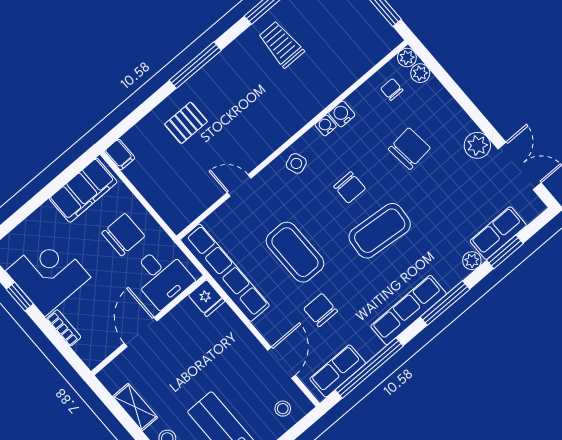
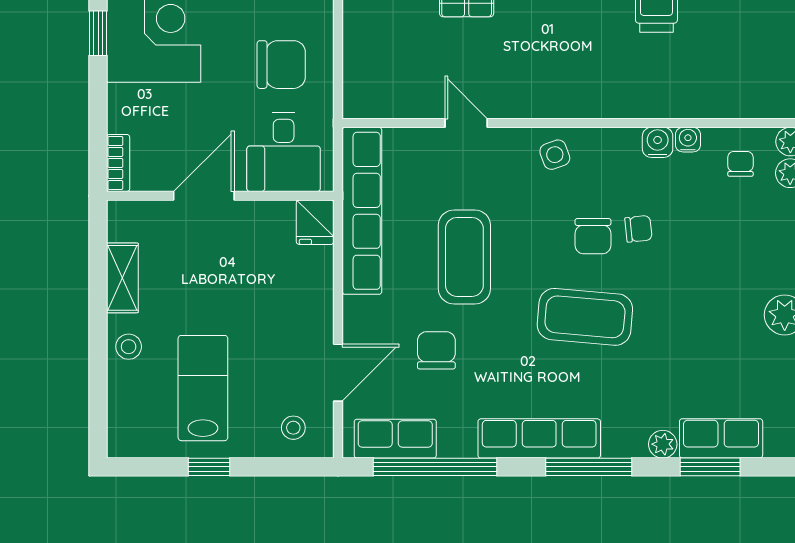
water cooler: (326, 125) -> (688, 140), moved
chair: (409, 149) -> (638, 229), moved, width x0.54, depth x0.54
bookcase: (64, 328) -> (118, 163), moved

